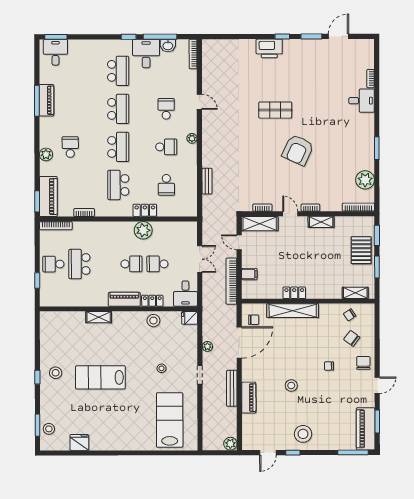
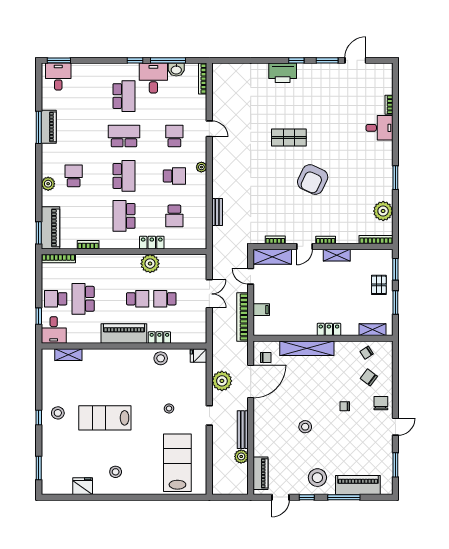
school desk: (118, 109) -> (124, 136), turned -90
door: (290, 214) -> (304, 246), swing flipped
pallet: (361, 250) -> (379, 285), width x0.67, depth x0.71
locker: (294, 293) -> (329, 329), moved
desk: (185, 294) -> (54, 330), moved
piano: (124, 299) -> (124, 334), width x1.37, depth x1.33
shelving: (99, 317) -> (68, 355), moved
plant: (207, 346) -> (222, 381), width x1.87, depth x1.87
piano: (249, 398) -> (261, 473), moved
stool: (49, 429) -> (116, 472), moved
piano: (366, 429) -> (358, 485), moved, turned 90
plant: (230, 444) -> (241, 456), moved
window: (353, 452) -> (344, 497), moved

